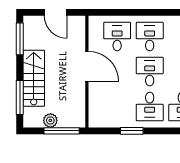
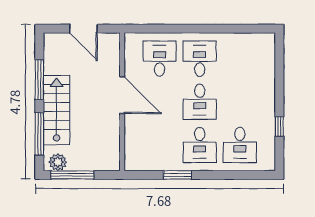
window: (20, 39) -> (39, 80), moved
desk: (150, 72) -> (200, 102), turned 180
plant: (50, 120) -> (58, 162), moved
window: (62, 131) -> (72, 175), moved

